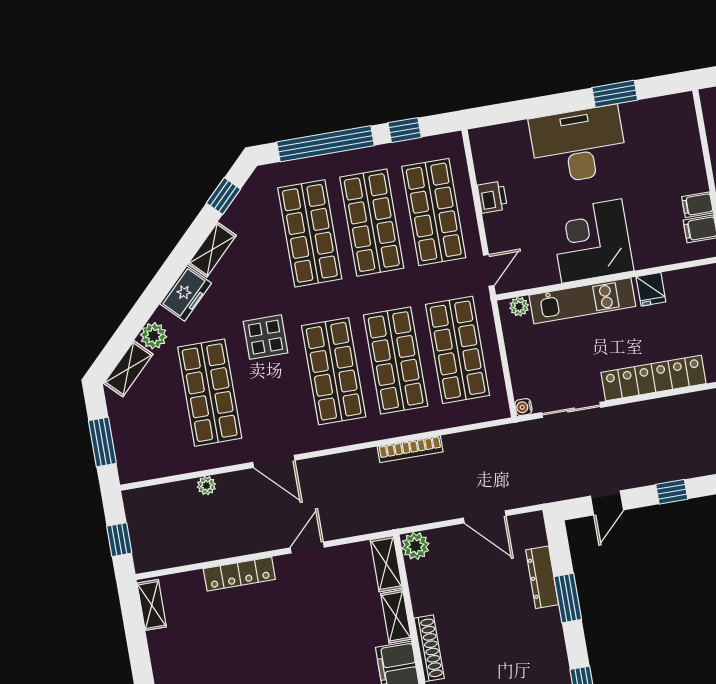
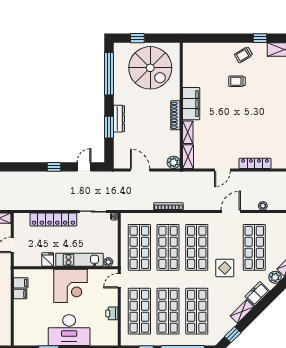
door: (274, 461) -> (231, 211), hinge flipped
dresser: (542, 577) -> (119, 119), moved

